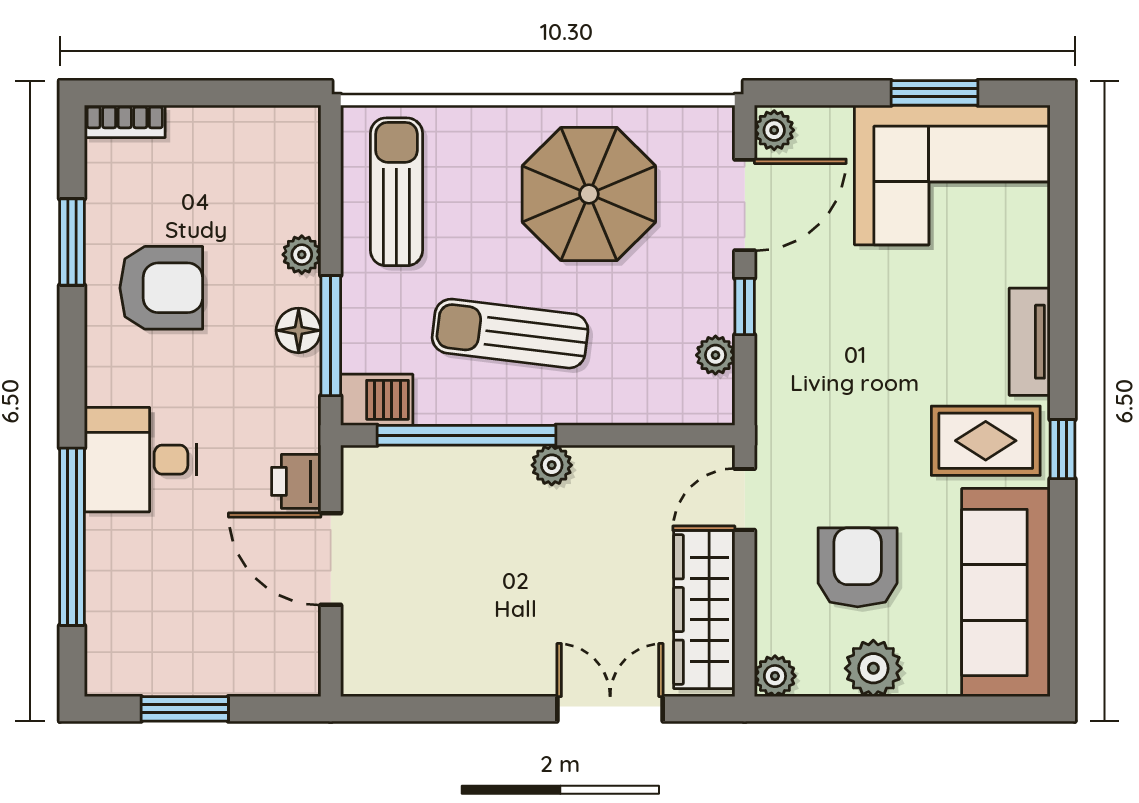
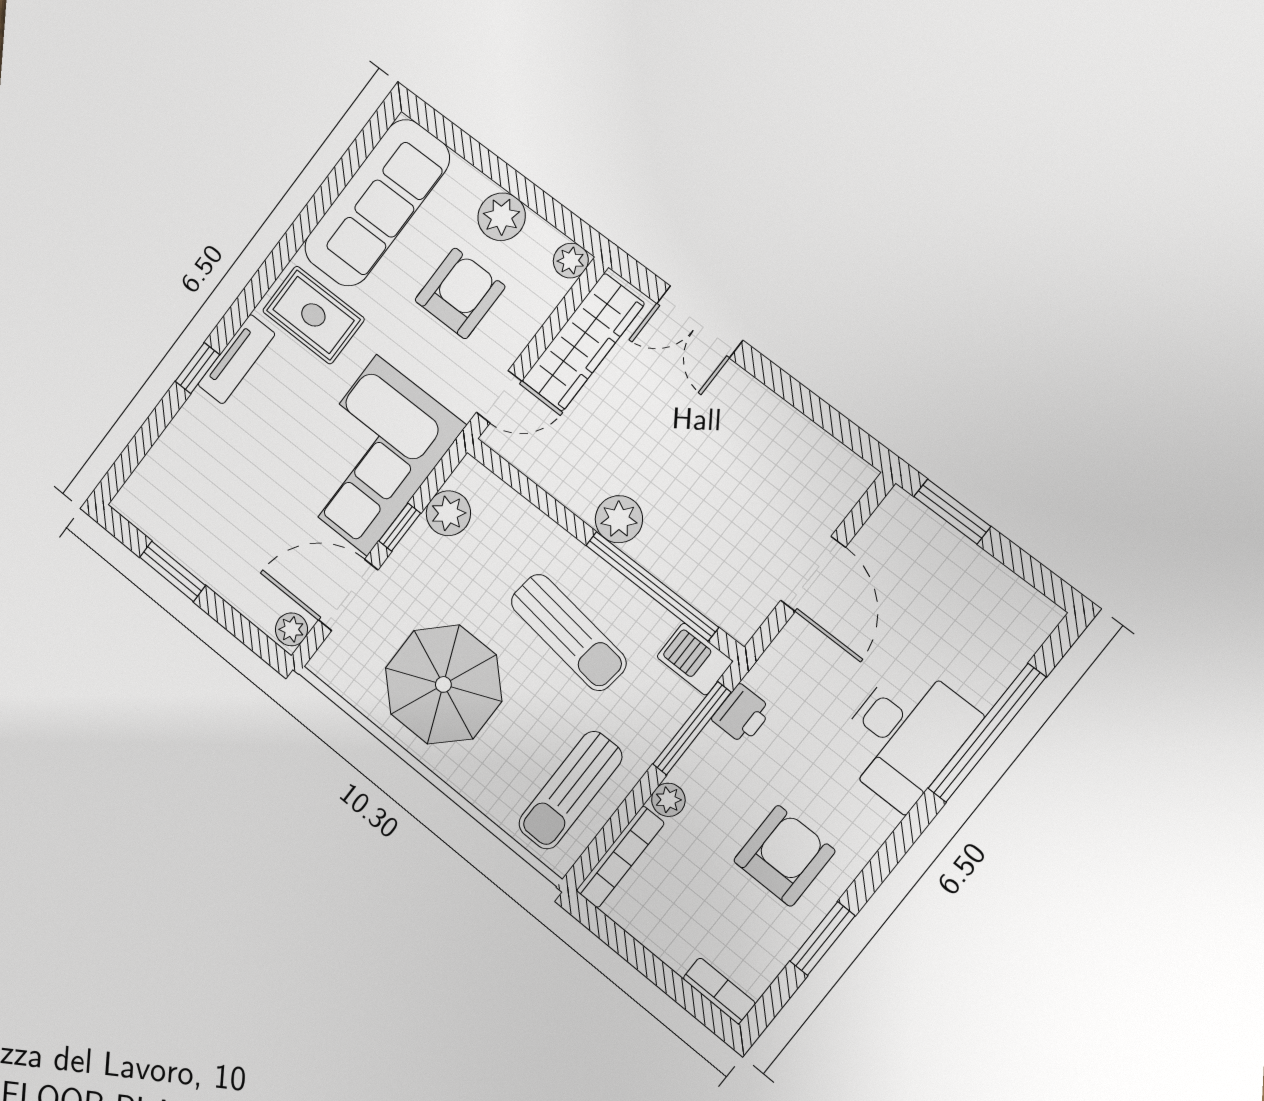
bookcase: (305, 168) -> (620, 857), added
corner sofa: (952, 175) -> (372, 455), moved, turned -90
armchair: (161, 288) -> (784, 856), turned 90
floor lamp: (299, 330) -> (711, 750), removed
plant: (715, 355) -> (448, 513), width x1.38, depth x1.38
window: (1062, 449) -> (197, 368), moved
desk: (141, 460) -> (905, 735), width x1.37
plant: (552, 465) -> (619, 519), width x1.38, depth x1.38
printer: (296, 481) -> (742, 714), moved
armchair: (858, 567) -> (460, 293), turned 180
window: (185, 709) -> (952, 511), moved

